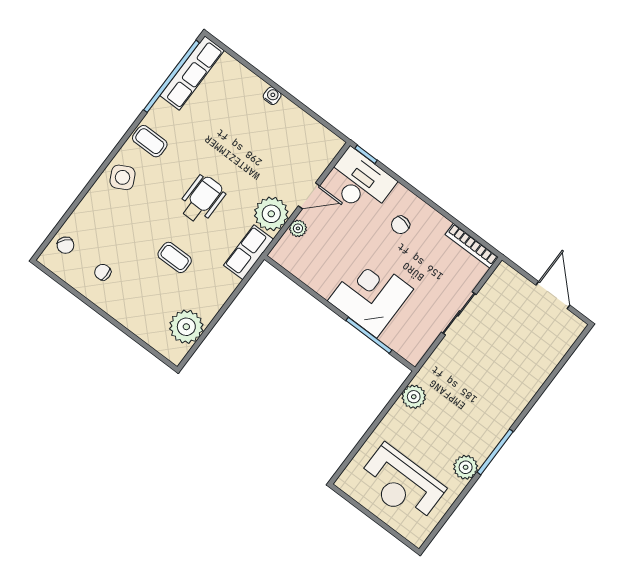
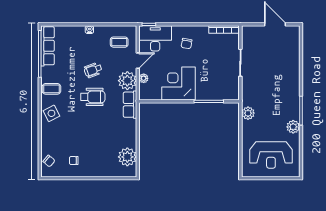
wheelchair: (232, 160) -> (93, 70), added
wheelchair: (202, 199) -> (93, 97), turned 90
coffee table: (175, 257) -> (119, 42), moved
corner desk: (371, 295) -> (178, 83), moved

